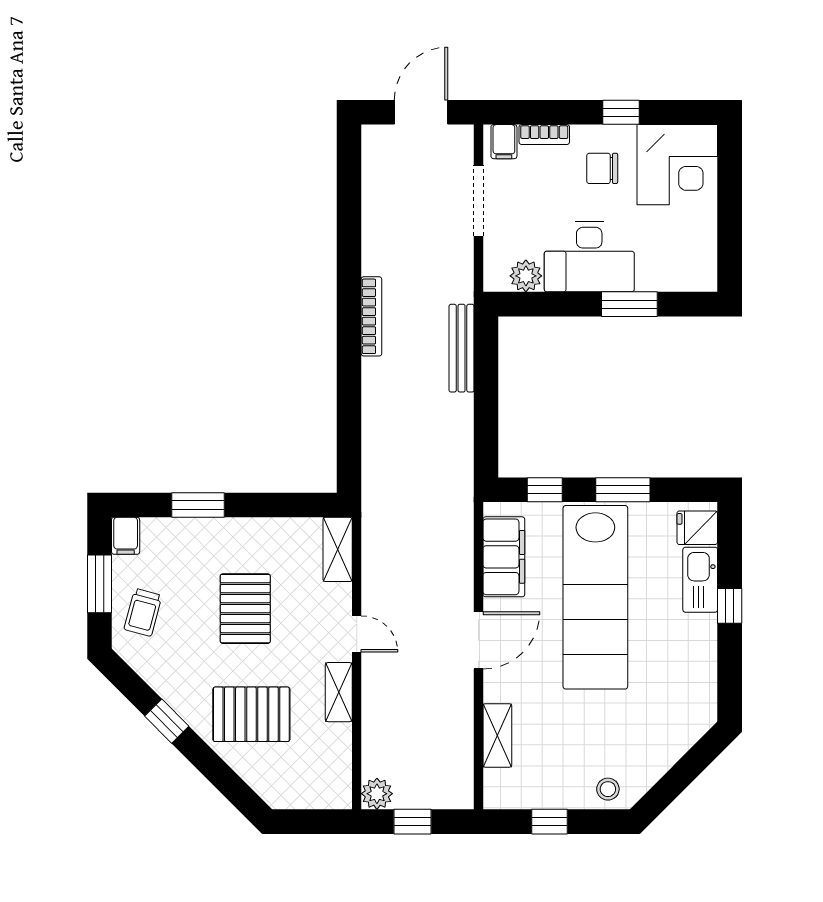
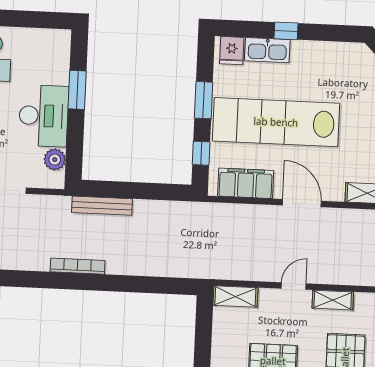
lab bench: (595, 597) -> (276, 122), turned 180

